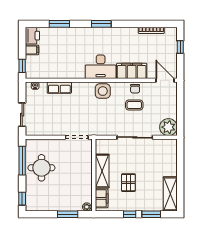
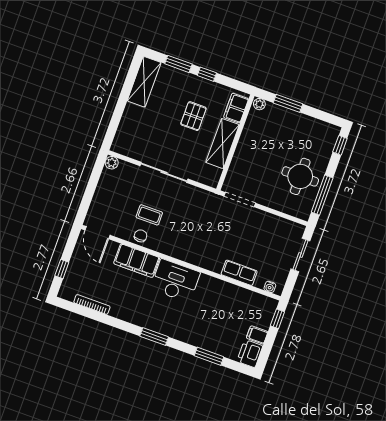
side table: (103, 91) -> (184, 248), removed
plant: (168, 127) -> (112, 163), width x0.53, depth x0.53

